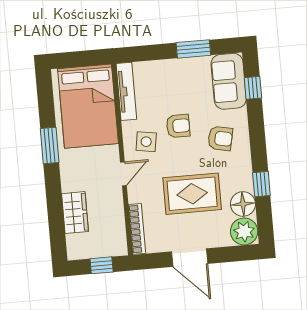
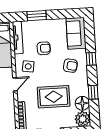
window: (193, 49) -> (37, 16), moved
window: (253, 88) -> (91, 59), moved
armchair: (178, 126) -> (44, 48), moved

